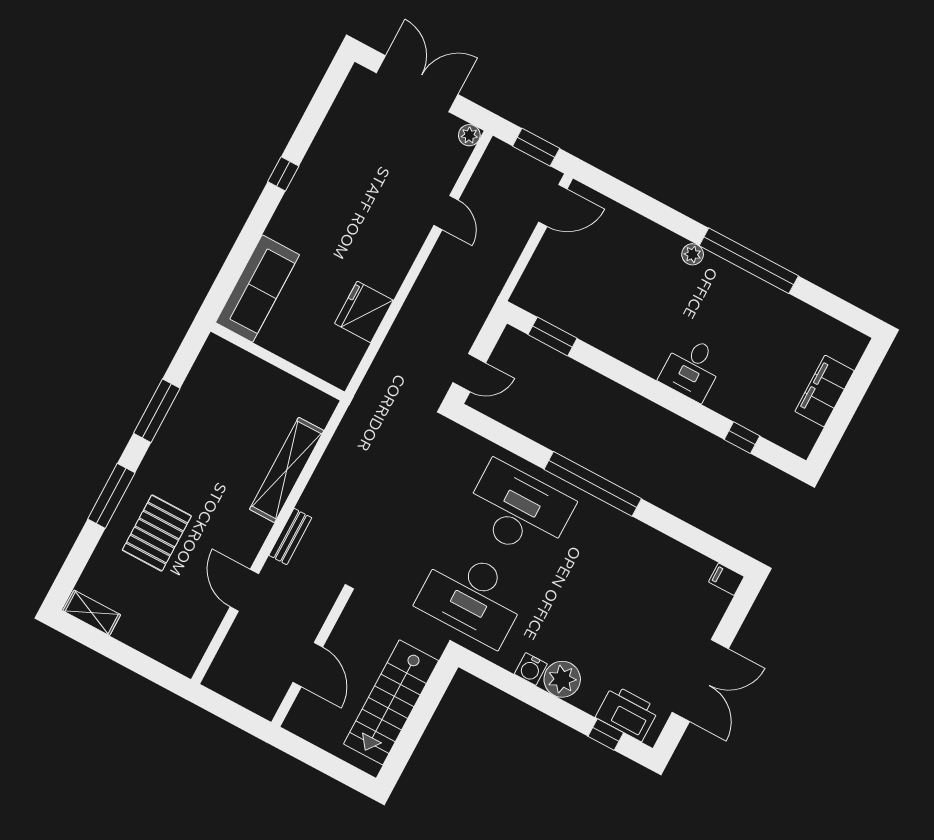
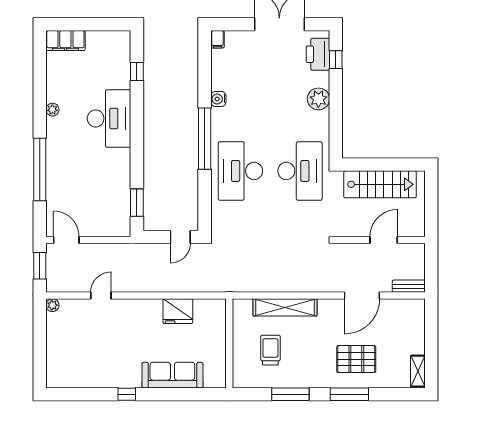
double door: (417, 84) -> (40, 348), removed
plant: (693, 254) -> (52, 110), moved
window: (749, 261) -> (40, 170), moved
sofa: (257, 289) -> (172, 375), moved
desk: (692, 368) -> (109, 118), width x1.87, depth x1.30
door: (469, 373) -> (180, 237), swing flipped
filing cabinet: (825, 391) -> (65, 41), moved
trolley: (236, 416) -> (270, 350), added
bench: (290, 536) -> (409, 286), moved
door: (244, 590) -> (362, 296), width x1.36
water cooler: (531, 669) -> (218, 99), moved, turned 180

